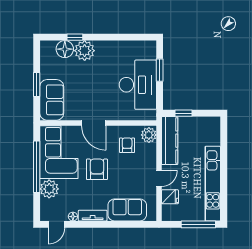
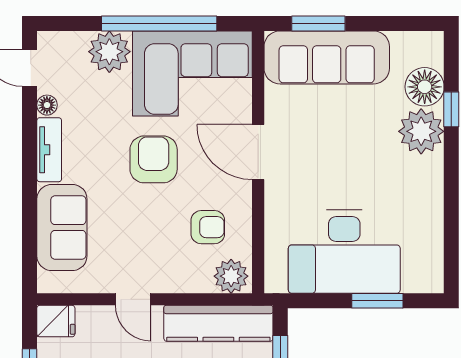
window: (37, 84) -> (318, 23), moved
sofa: (52, 100) -> (327, 57), width x1.36
door: (94, 123) -> (258, 152), hinge flipped
armchair: (97, 169) -> (154, 159), turned -90
fridge: (170, 197) -> (56, 321), moved, turned -90

